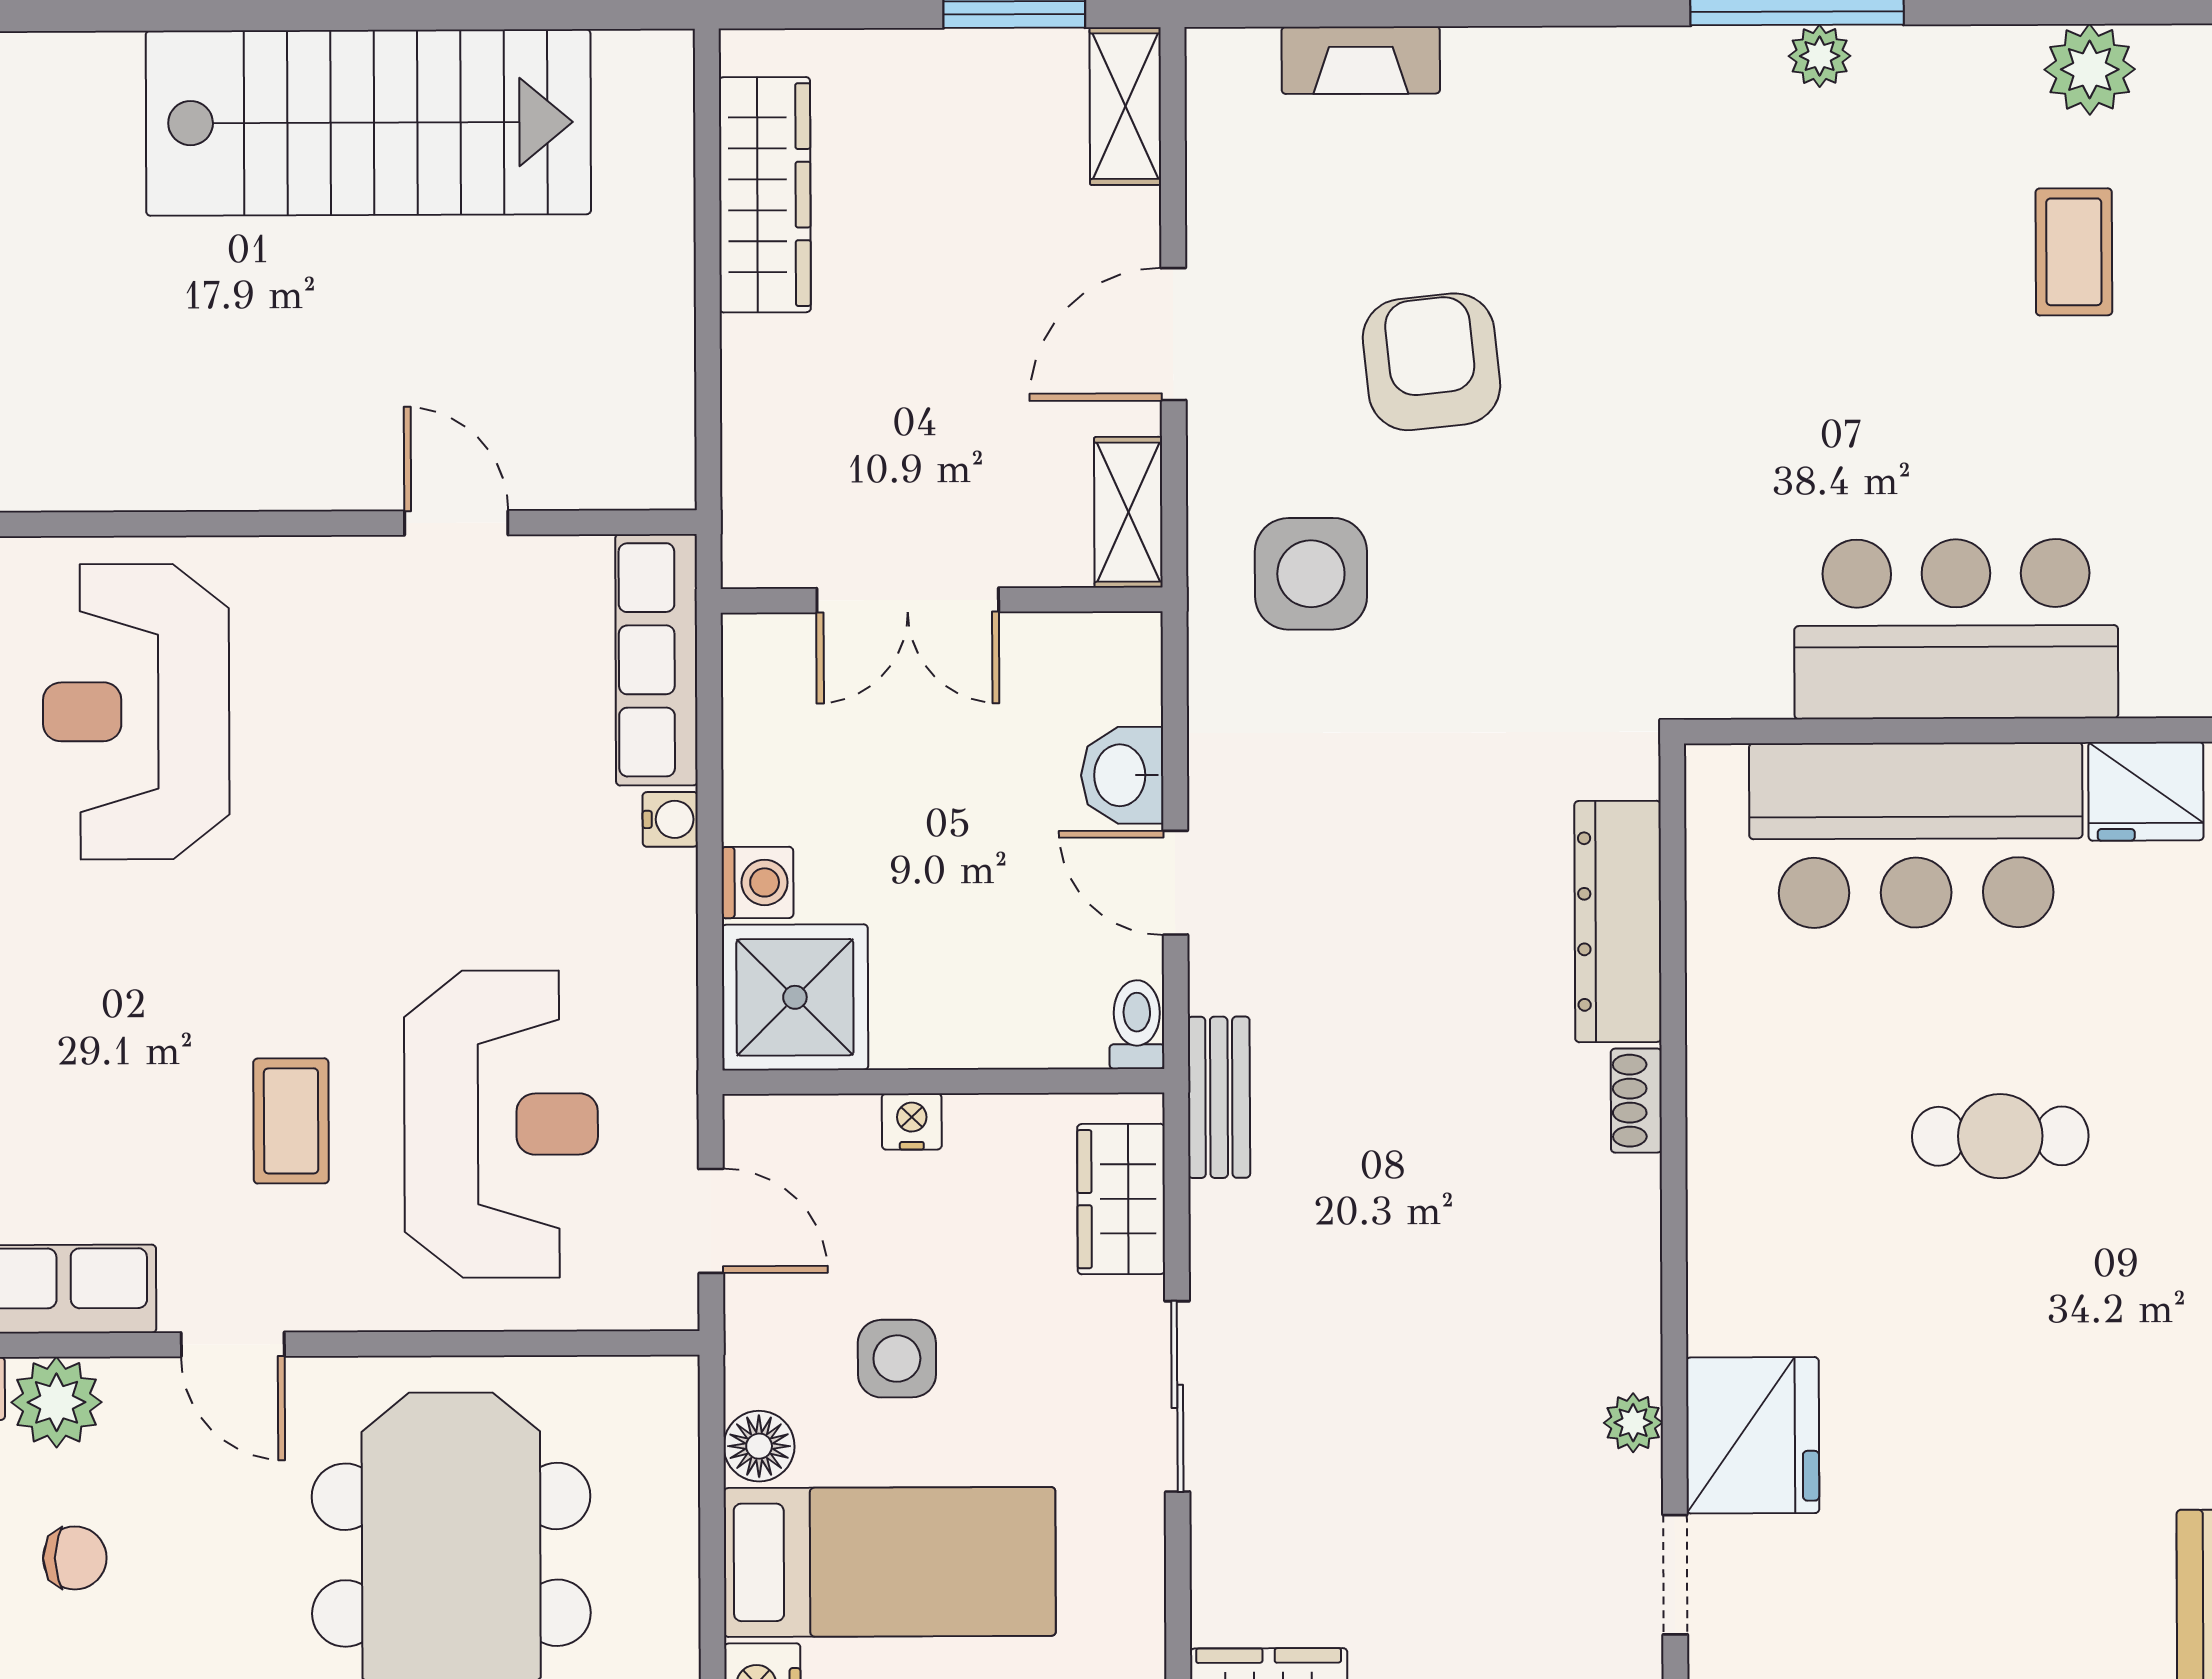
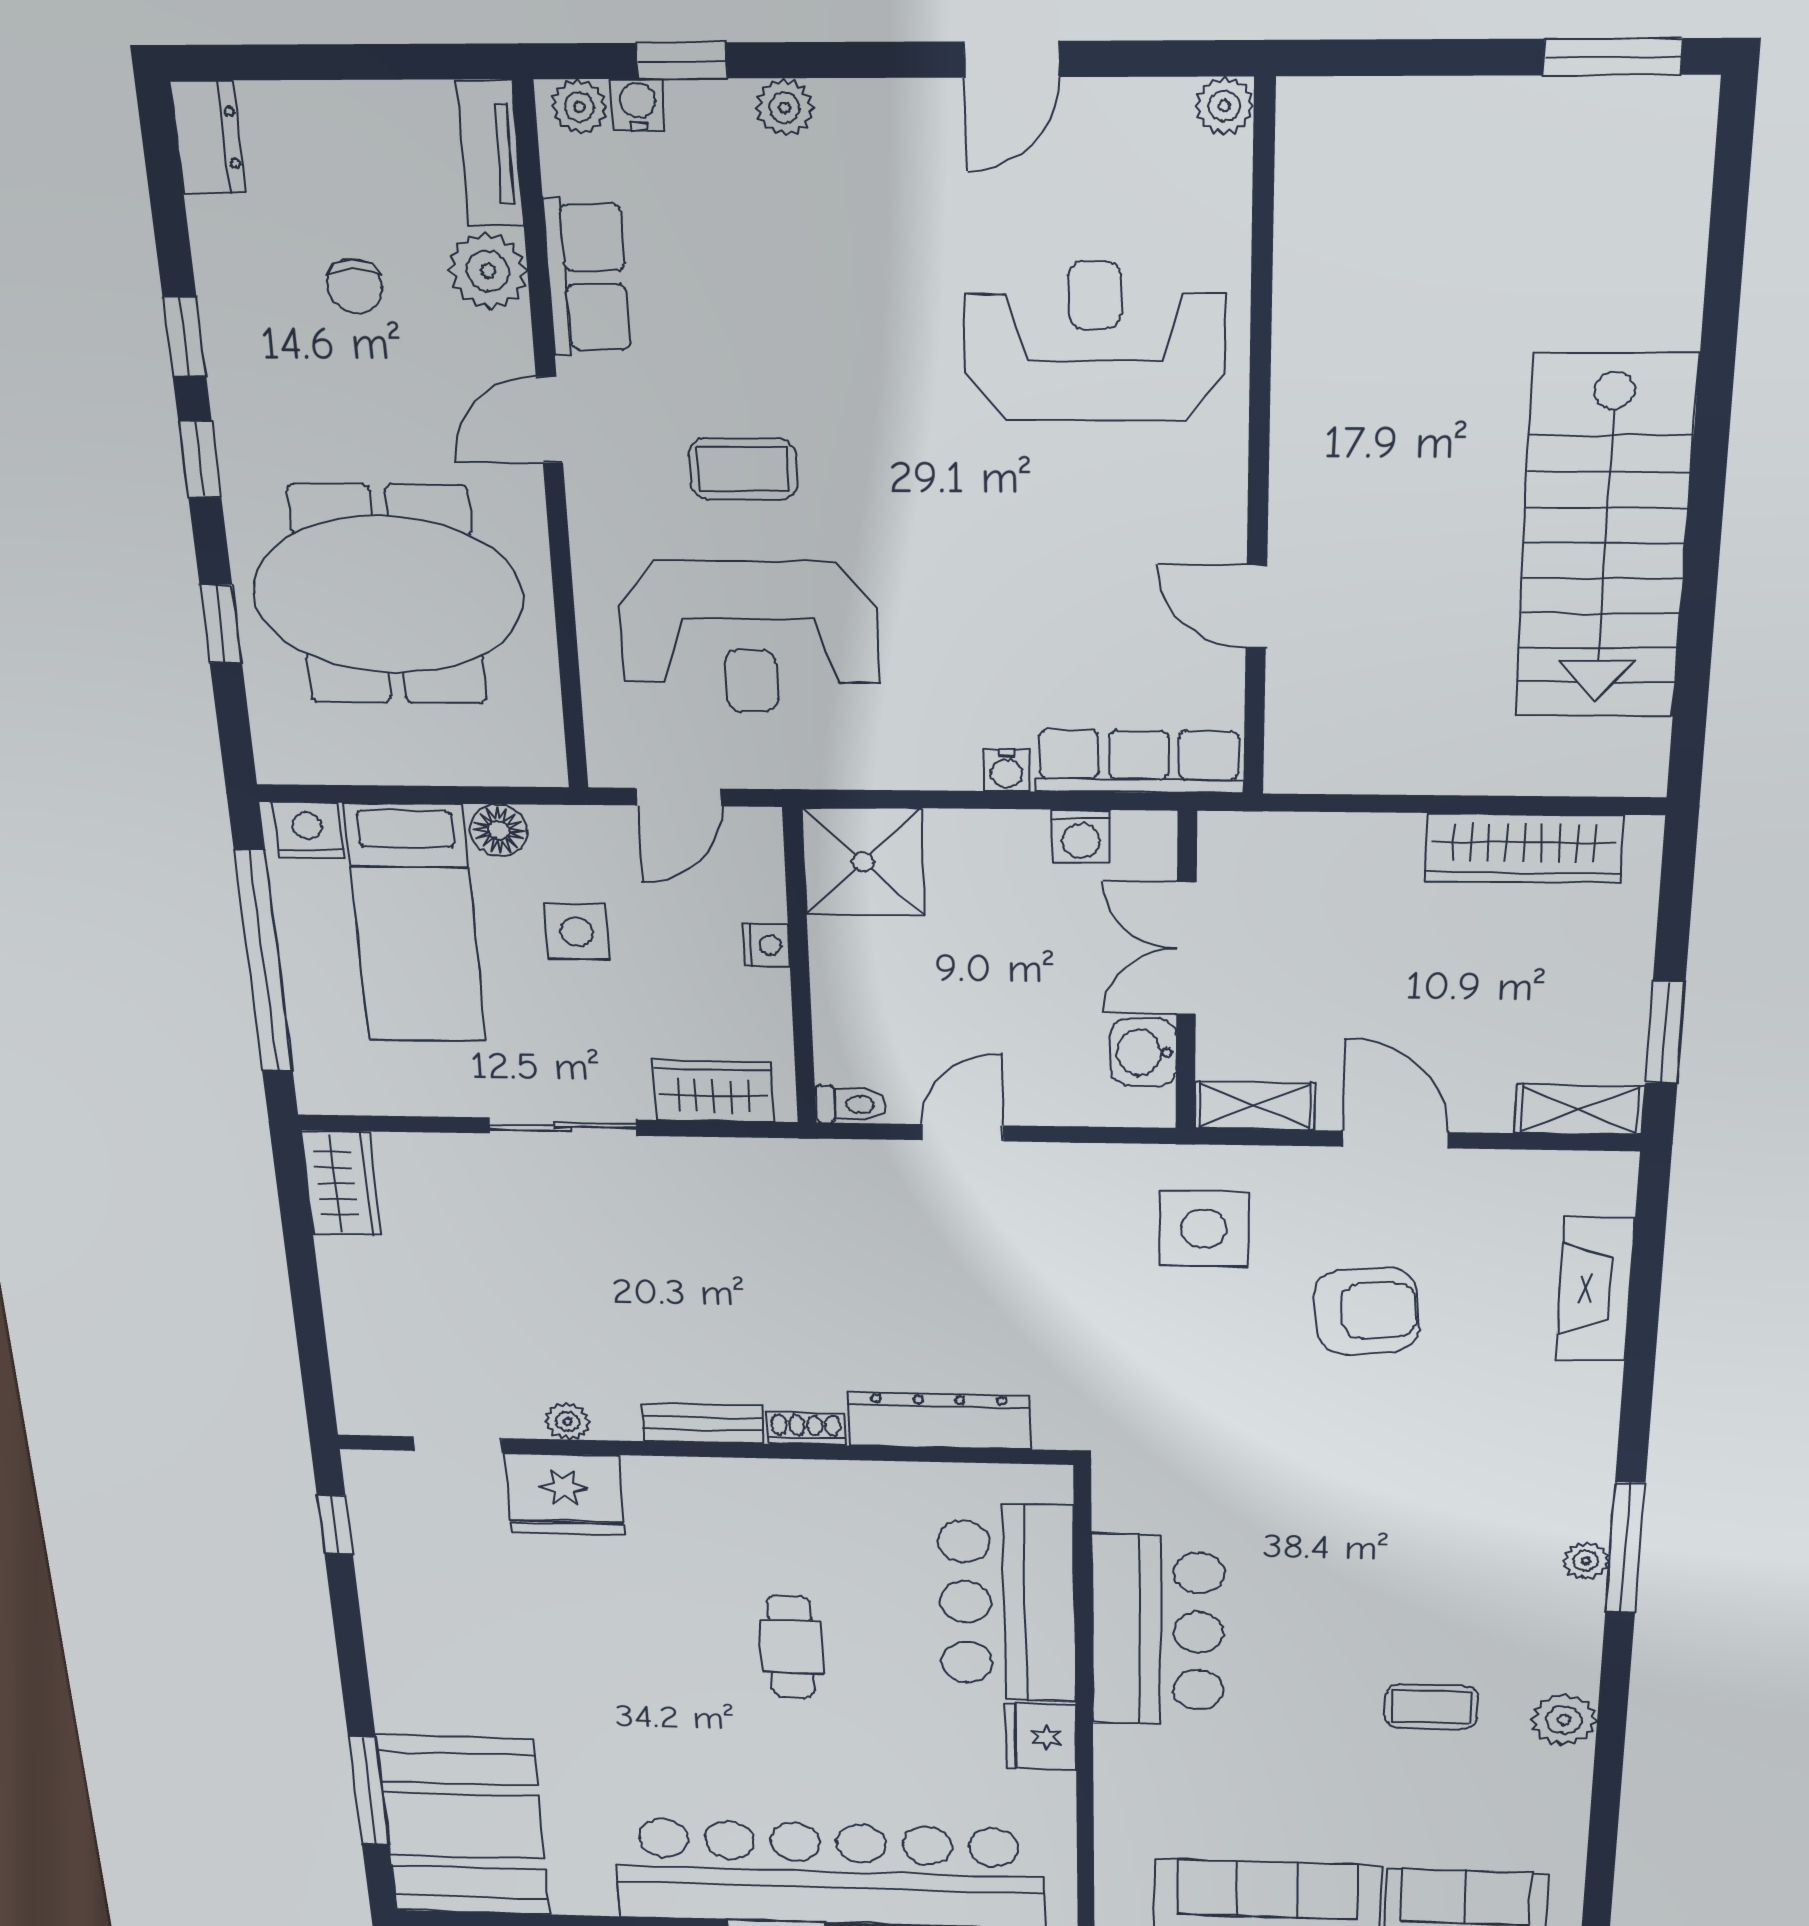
fireplace: (1361, 60) -> (1595, 1289), width x1.37, depth x1.32
door: (456, 523) -> (1256, 607), swing flipped
washbasin: (1122, 775) -> (1143, 1052), moved, turned -90
washing machine: (757, 882) -> (1081, 836), moved
bench: (1219, 1097) -> (703, 1423), moved

